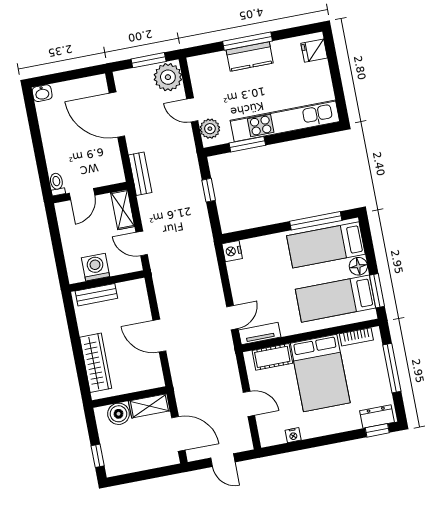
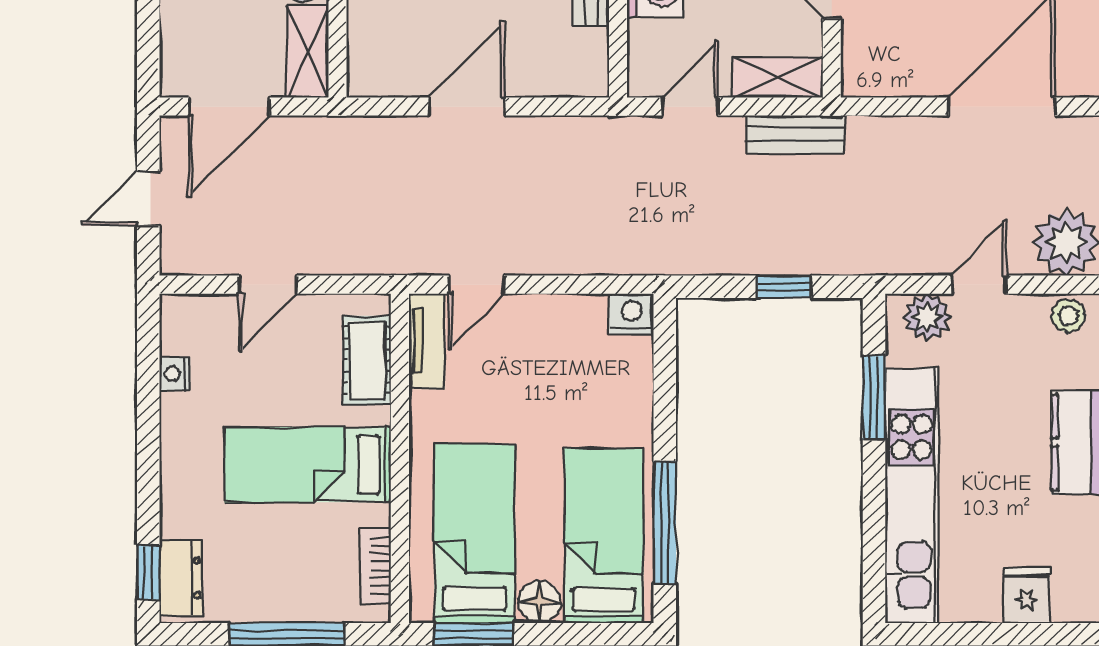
fridge: (314, 51) -> (1027, 595), moved
stool: (198, 70) -> (1068, 316), added
bench: (140, 174) -> (795, 134), moved
door: (232, 318) -> (476, 285), hinge flipped
bed: (320, 373) -> (308, 465), width x0.67

